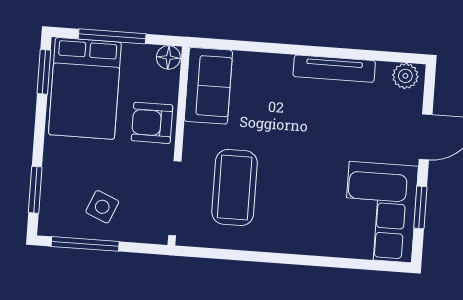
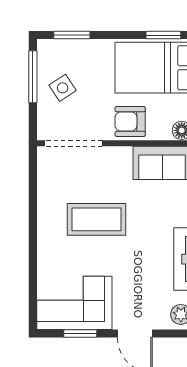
armchair: (152, 123) -> (130, 121), turned -90
coffee table: (235, 188) -> (97, 219), moved
side table: (102, 207) -> (63, 88), turned 34

